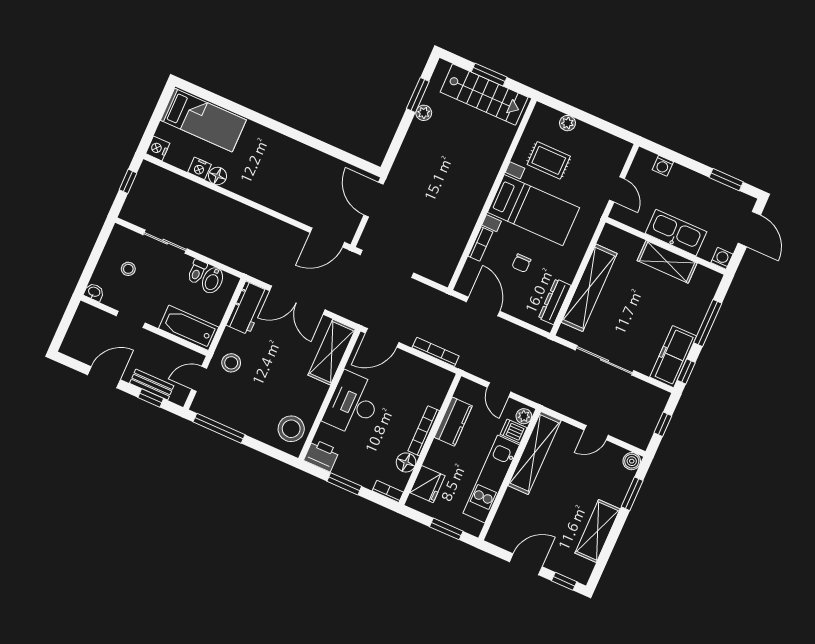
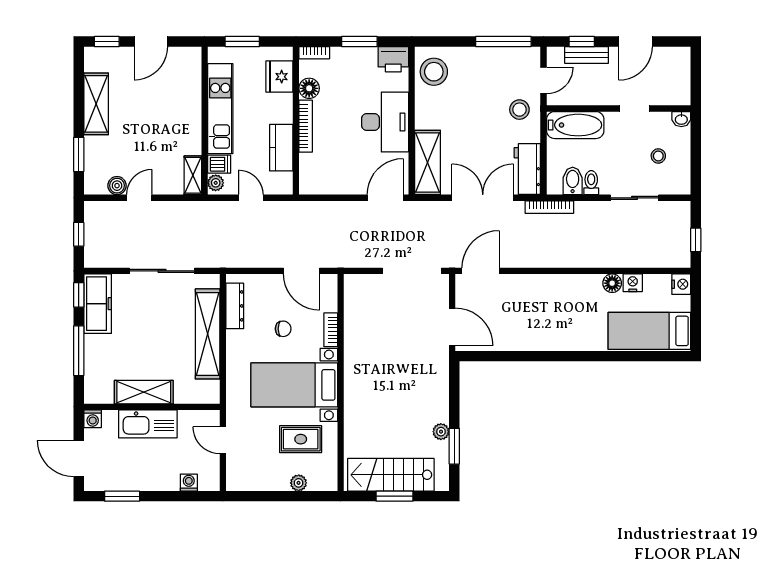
chair: (521, 263) -> (283, 329), turned 90
bookcase: (436, 352) -> (549, 207), moved
shelving: (534, 453) -> (193, 175), width x0.45, depth x0.75
boiler: (632, 461) -> (117, 186), moved

